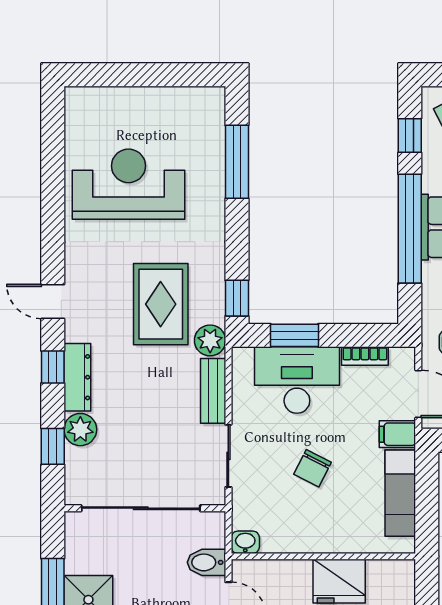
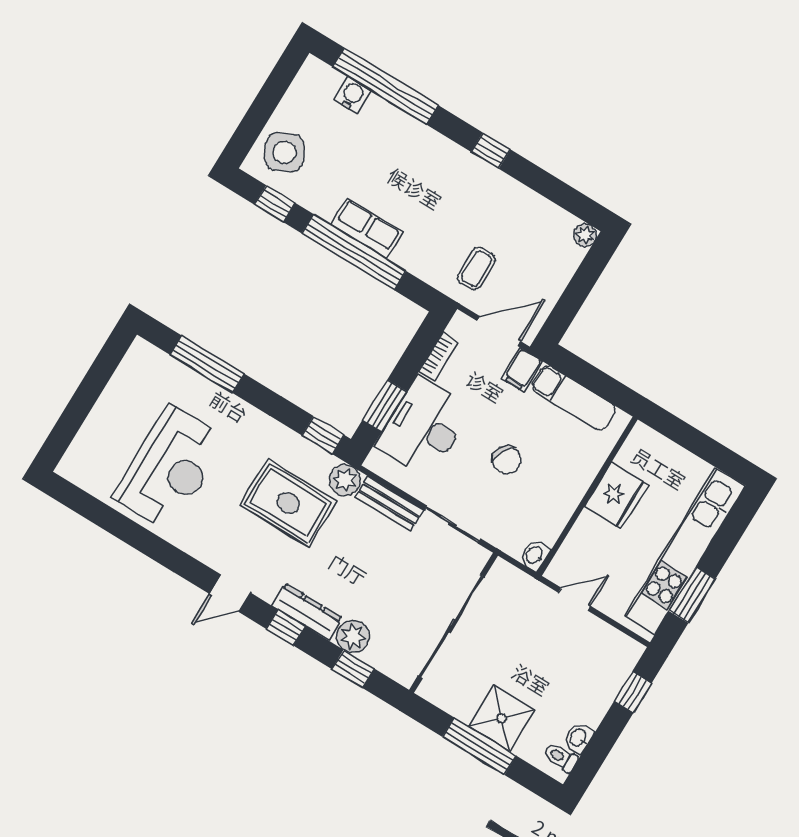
reception desk: (128, 184) -> (170, 468), turned 180
bidet: (206, 562) -> (532, 599), removed

